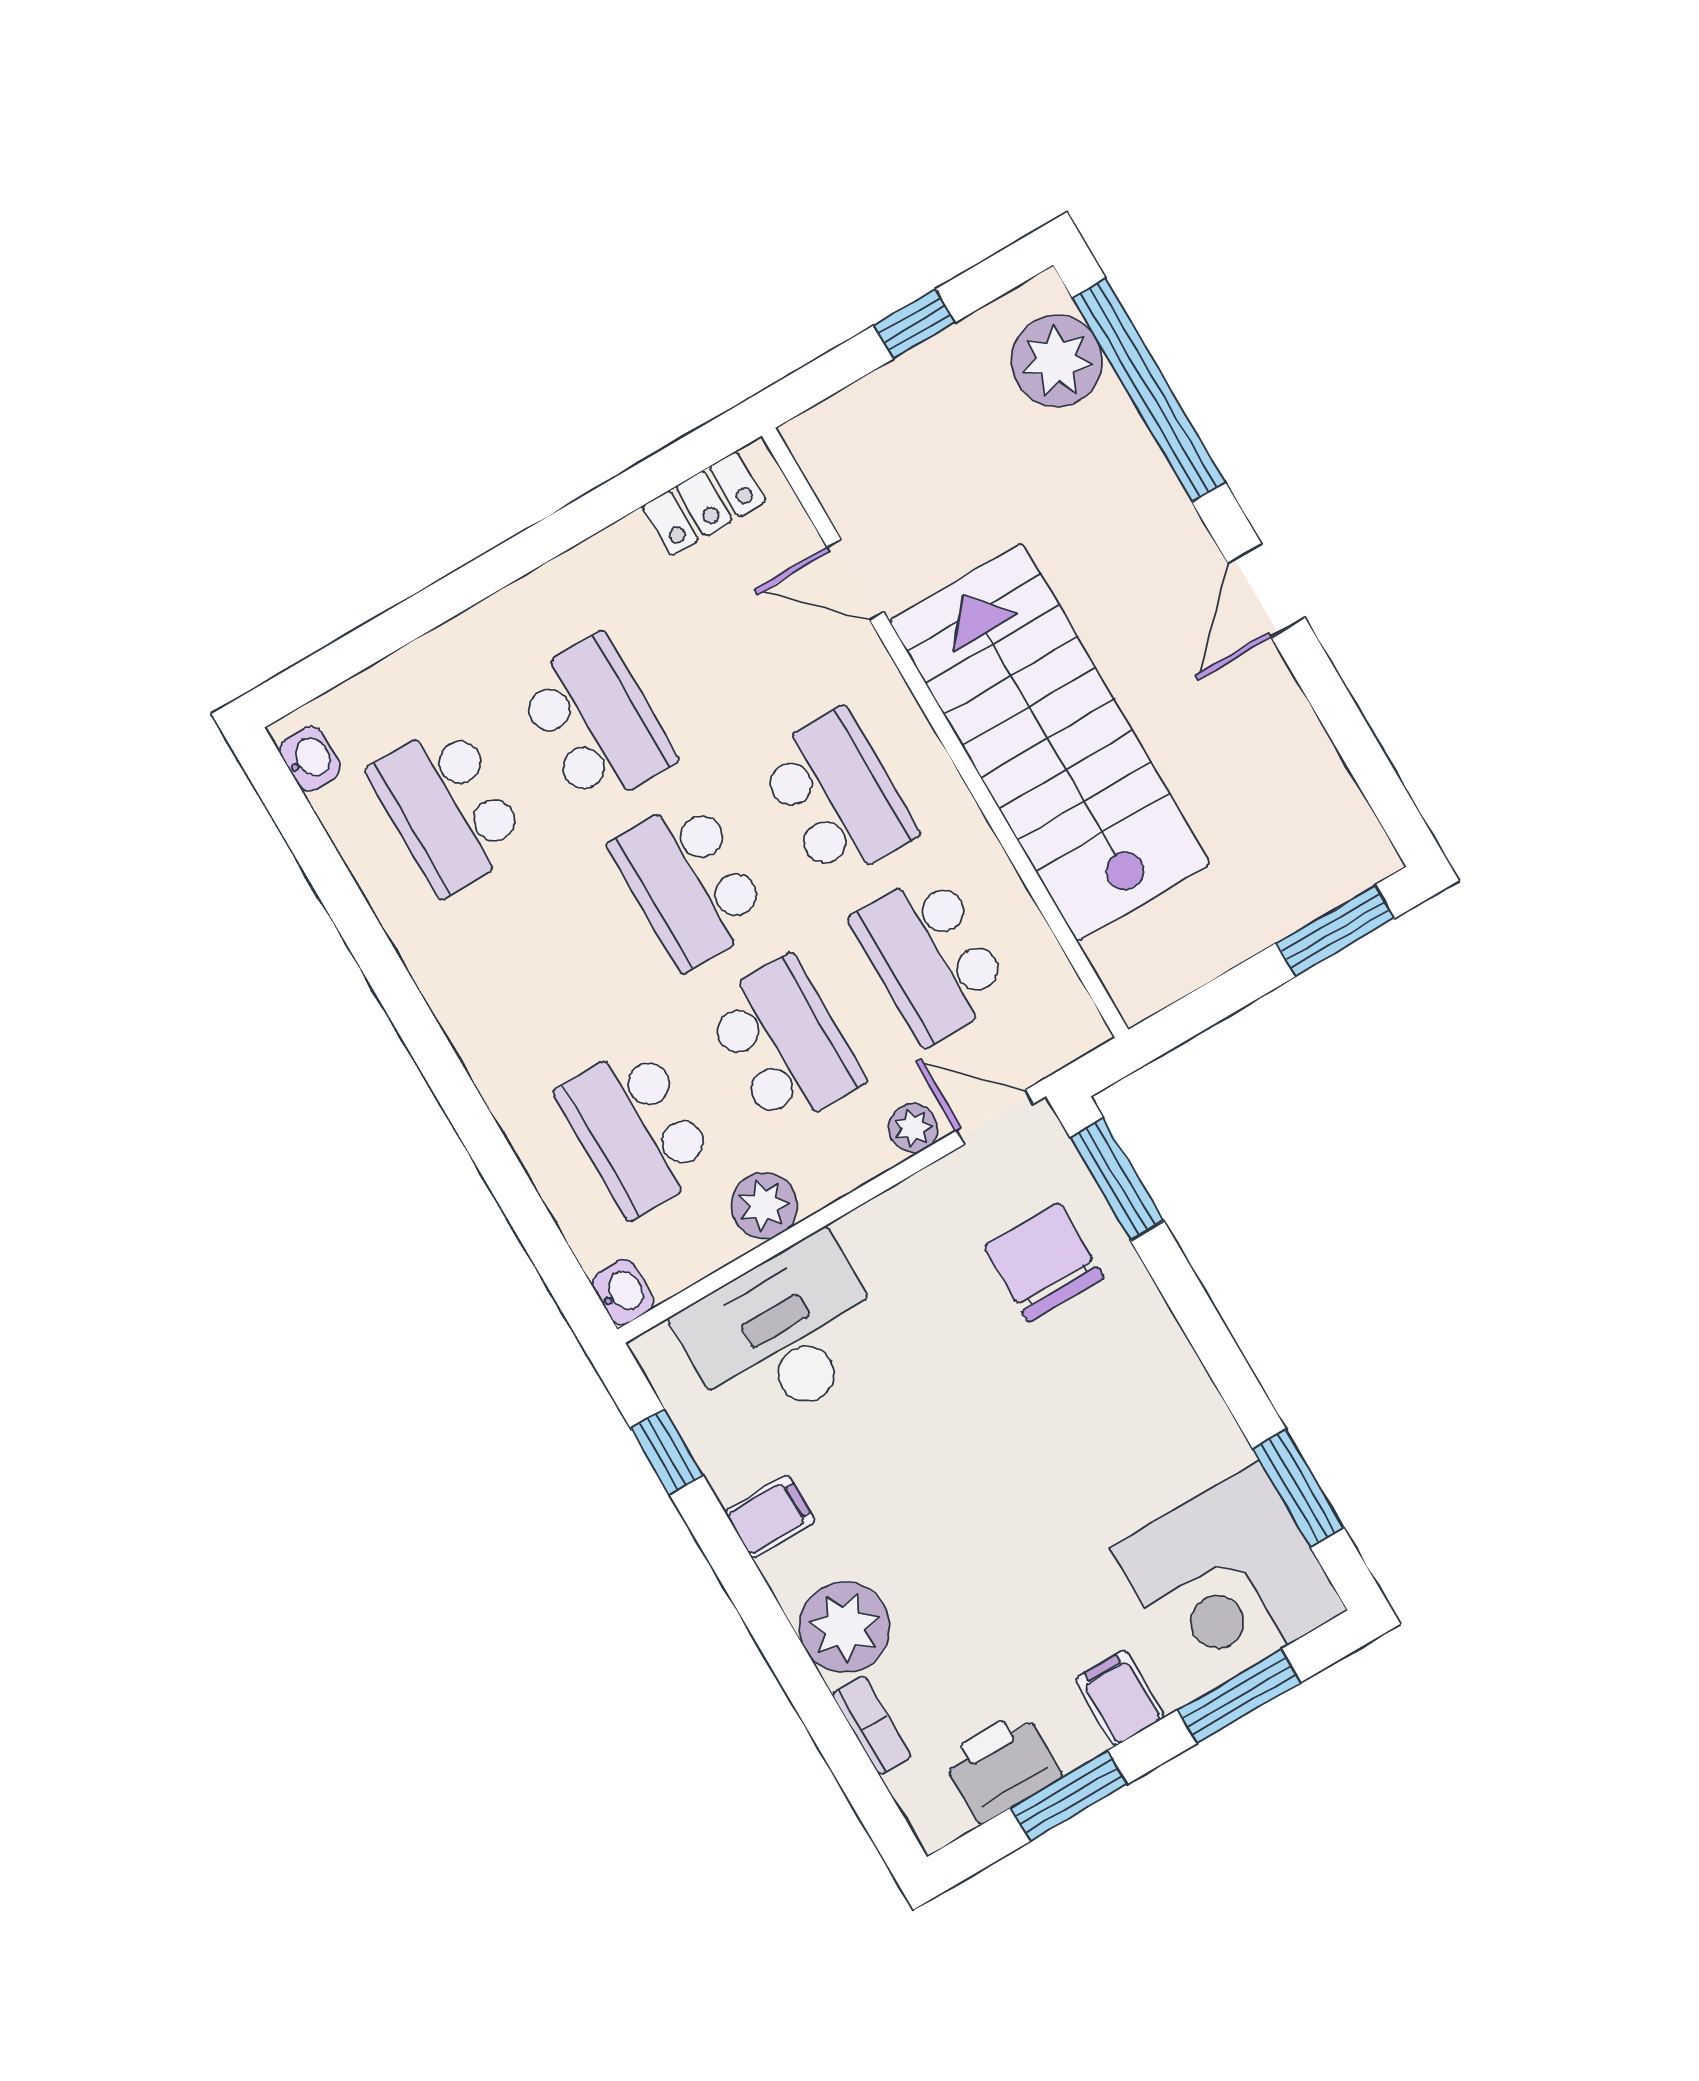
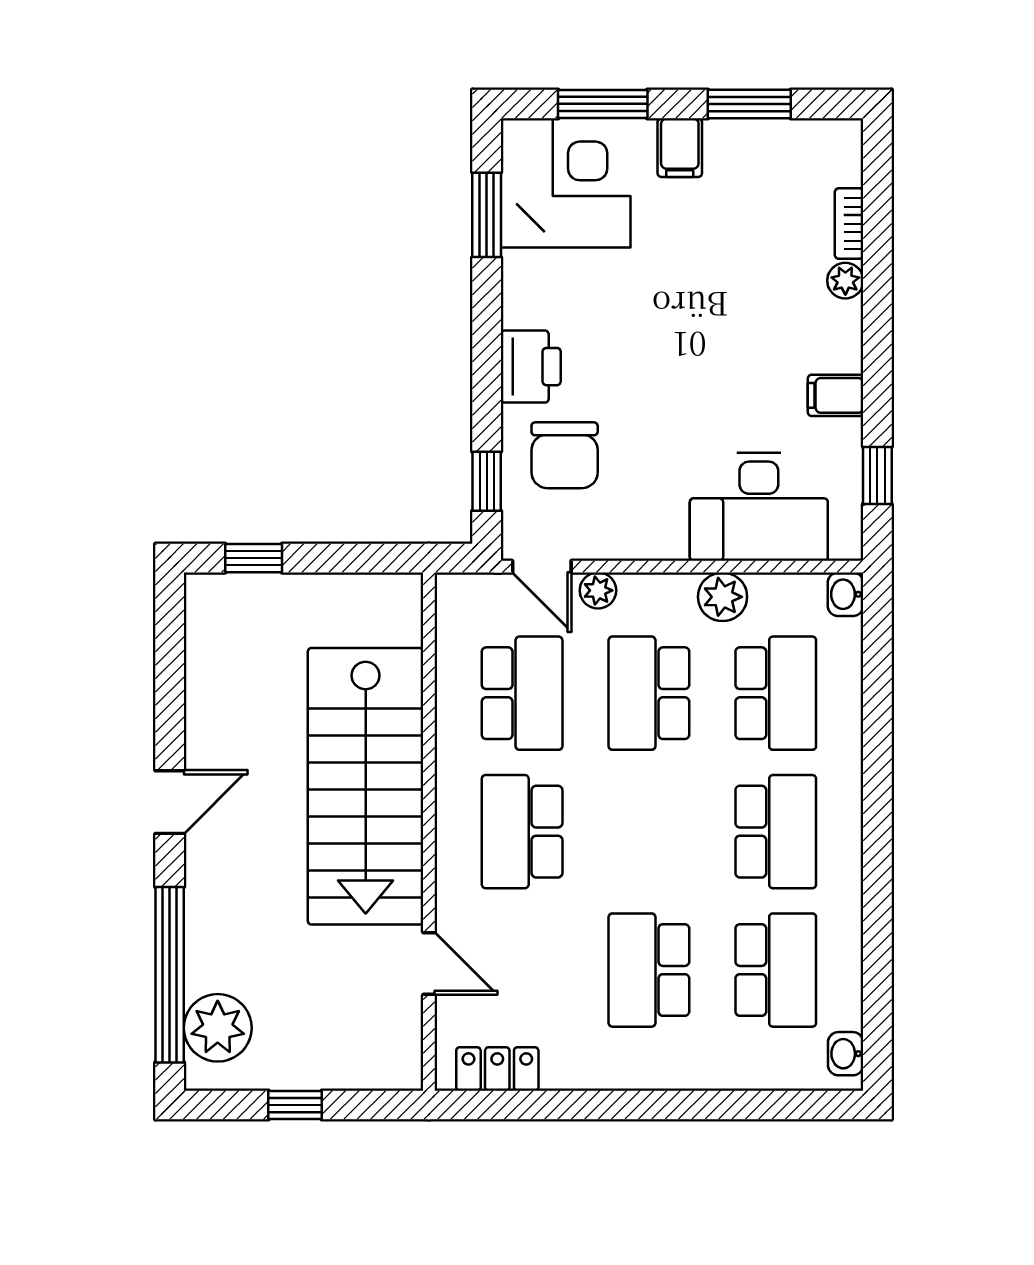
school desk: (690, 883) -> (776, 832), moved
window: (1335, 931) -> (254, 558), width x0.67
window: (1117, 1179) -> (487, 481), width x0.67
plant: (845, 1627) -> (845, 281), width x0.53, depth x0.53
printer: (1002, 1767) -> (531, 367), moved, turned -90

